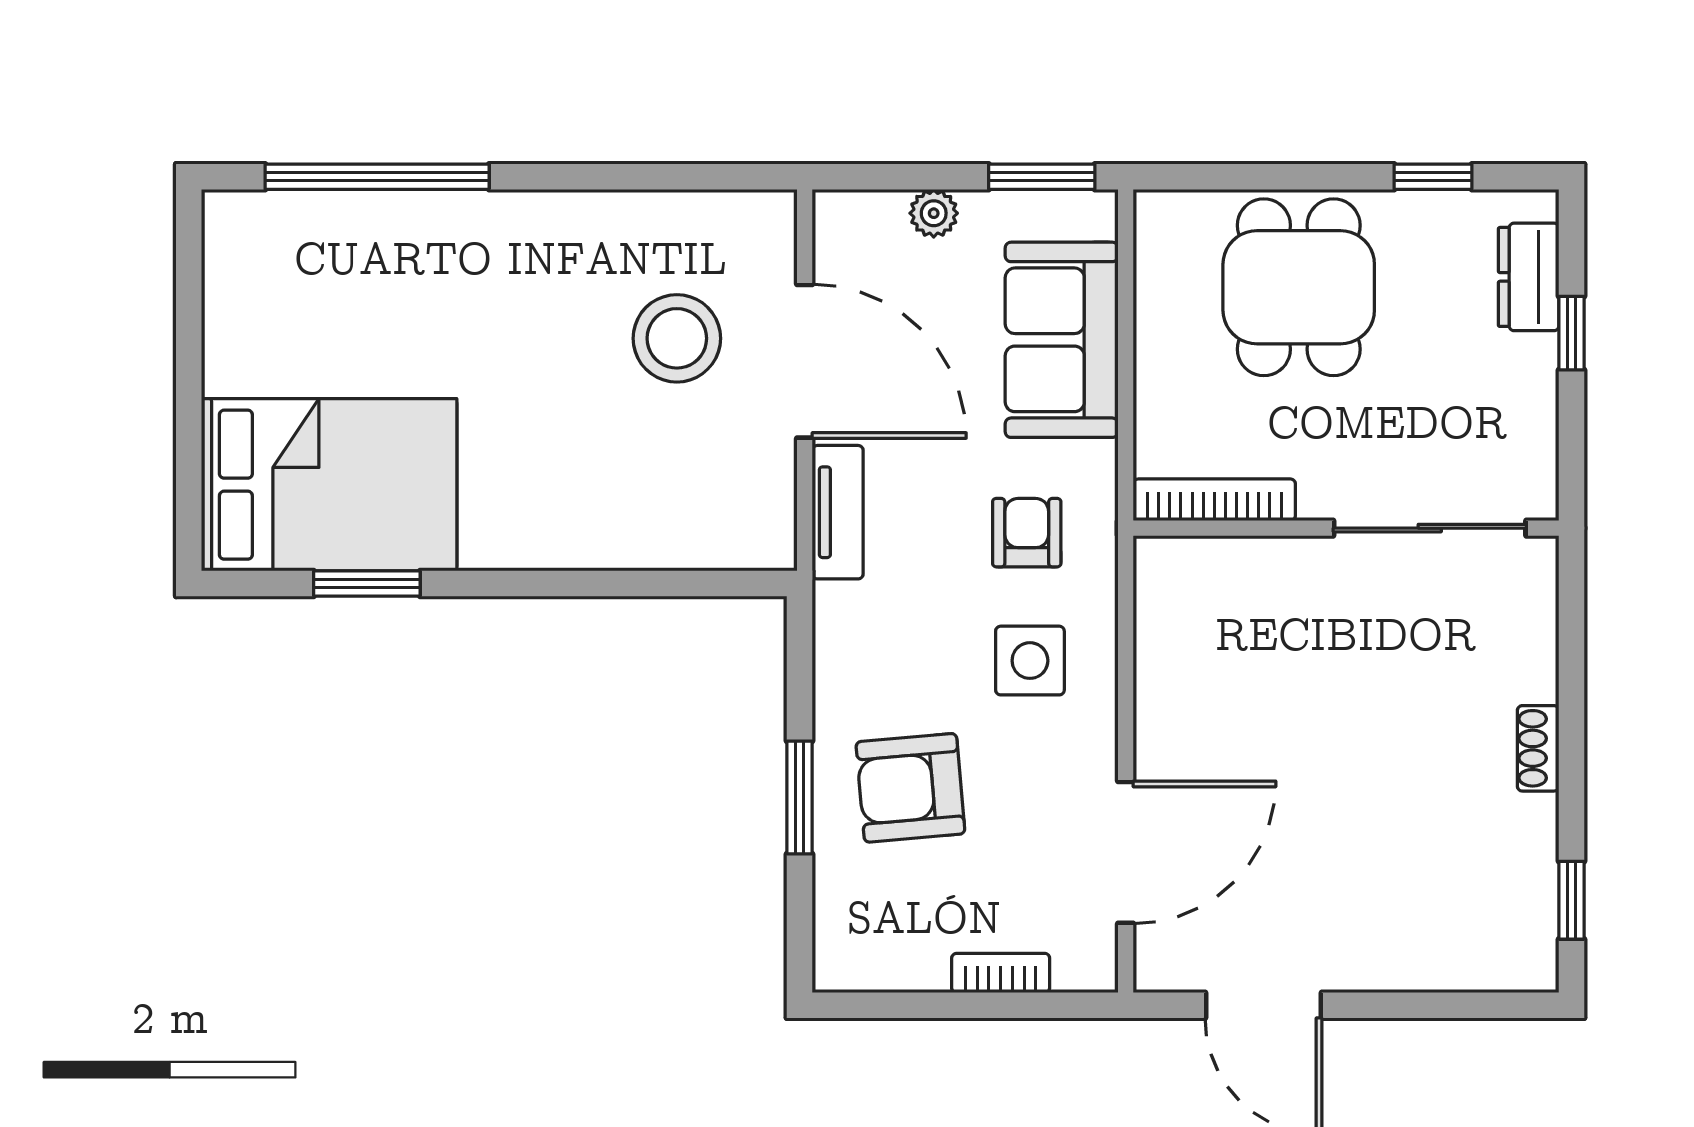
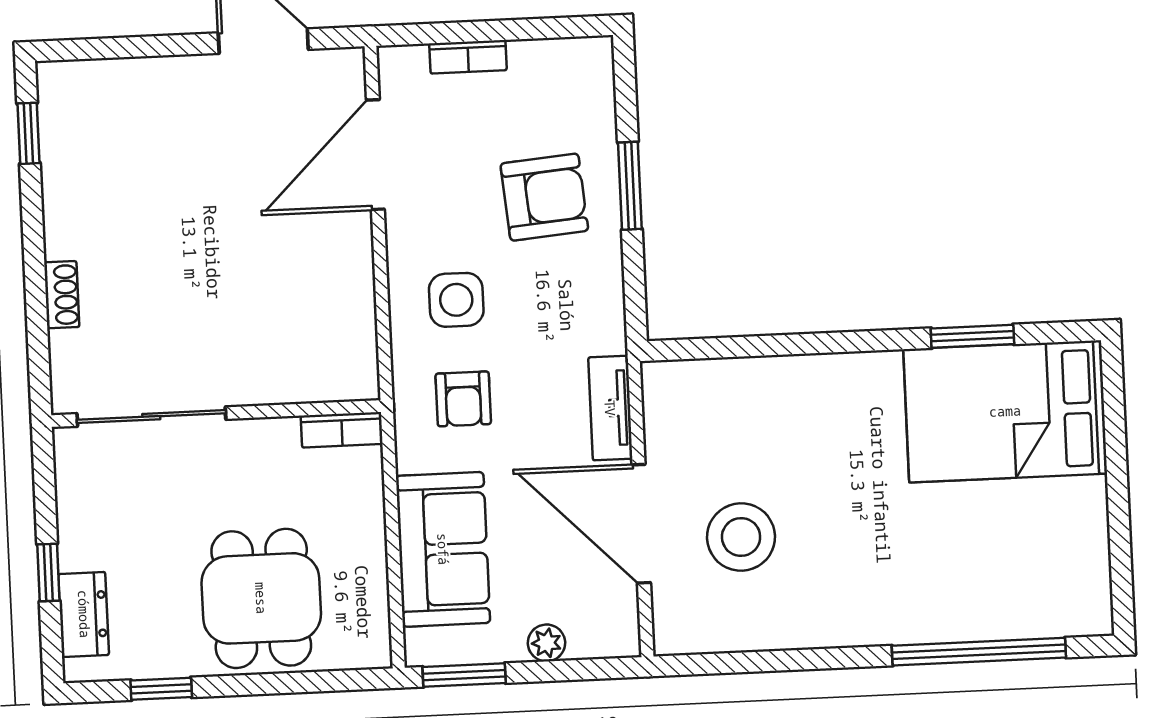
bookcase: (1214, 500) -> (342, 430), width x0.64
shoe rack: (1538, 748) -> (62, 295), moved

